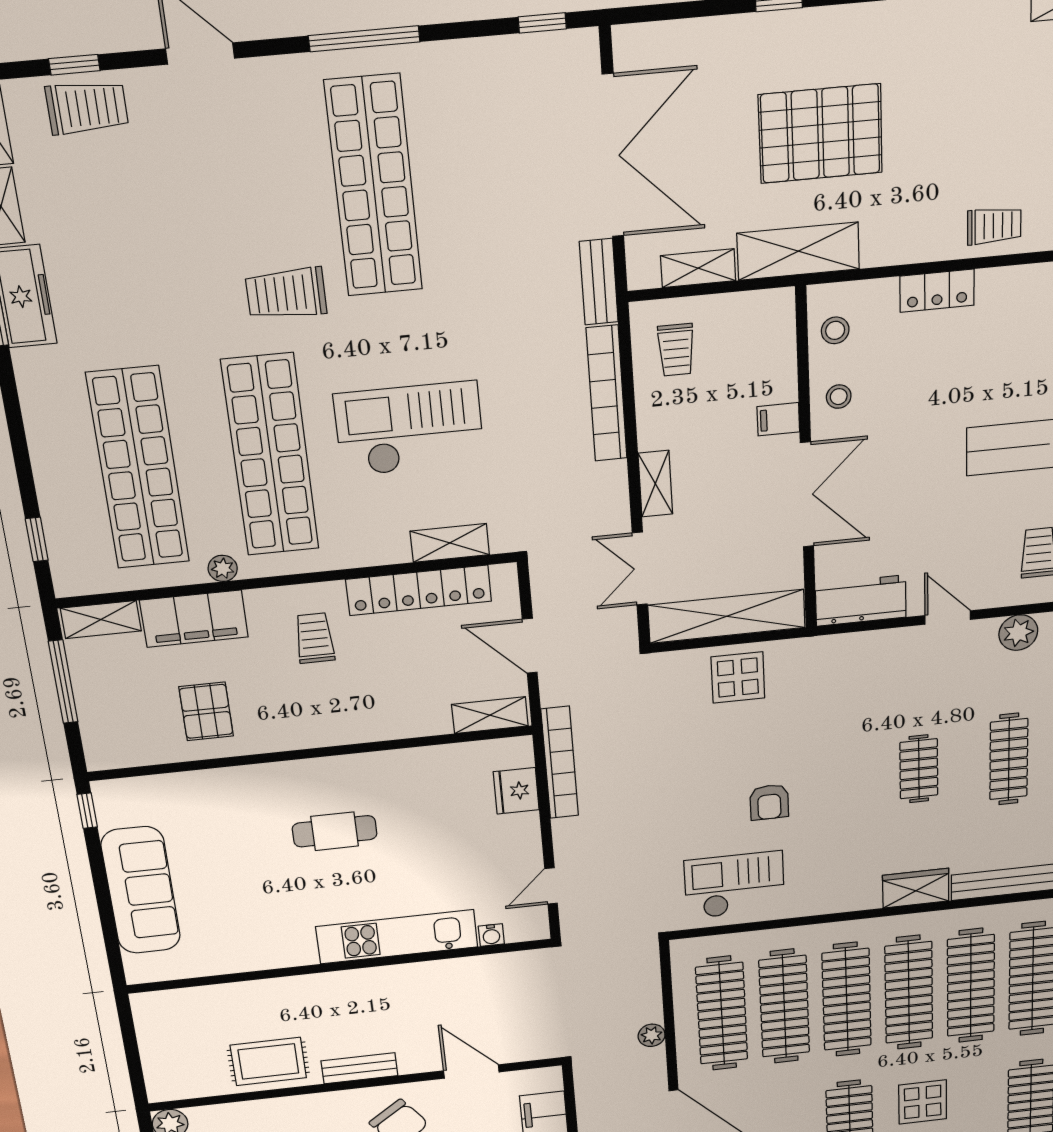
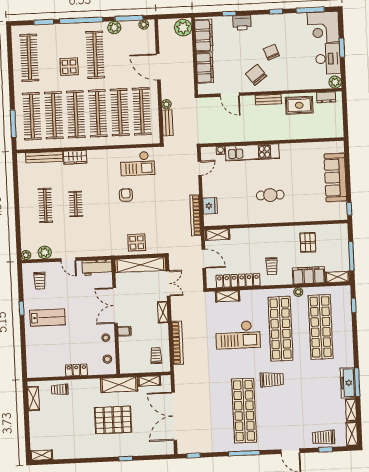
bench: (599, 282) -> (168, 123), moved
dresser: (192, 1086) -> (326, 97), added

